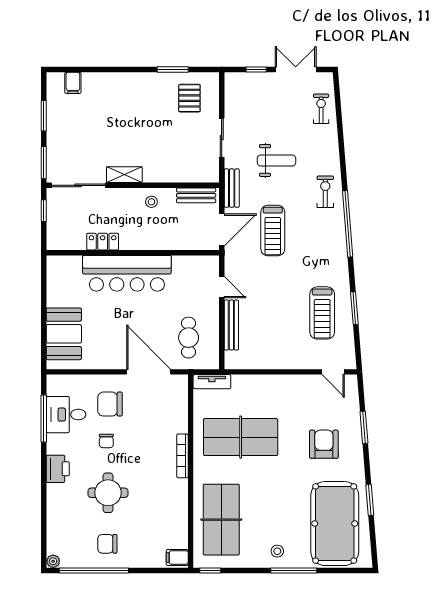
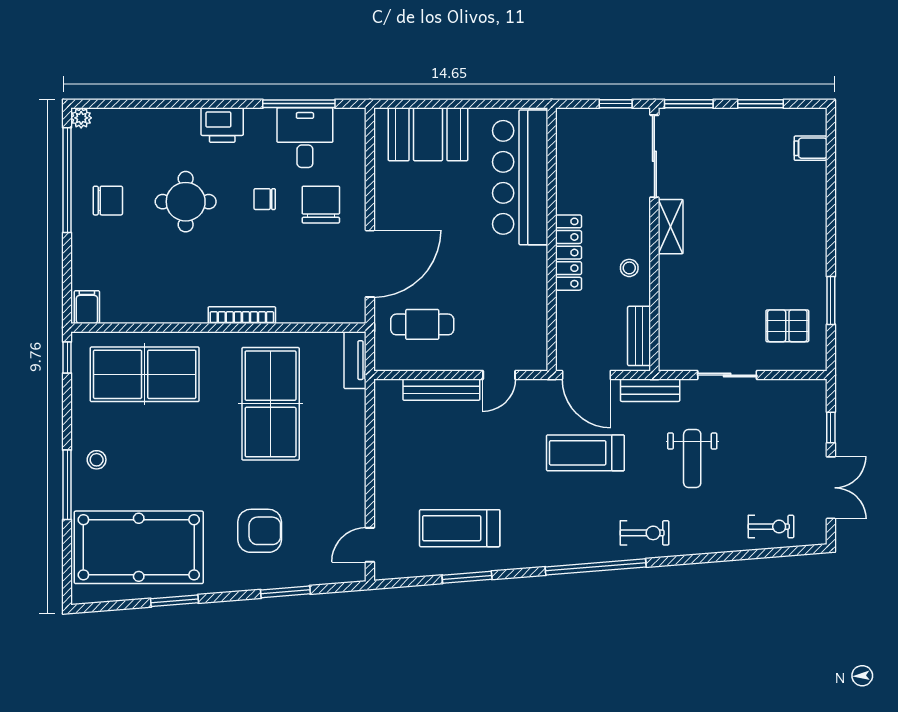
locker: (103, 242) -> (568, 253), moved, width x1.53
bar counter: (127, 273) -> (520, 177), moved
chair: (107, 544) -> (108, 201), turned 90

